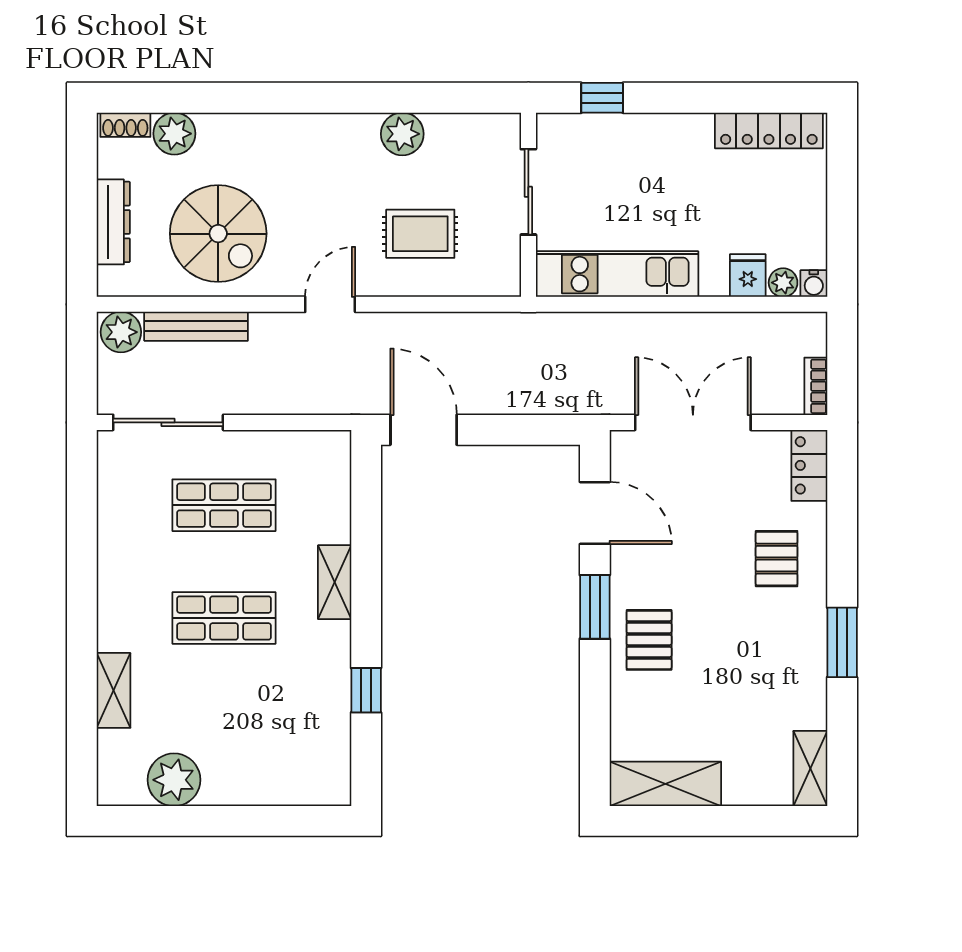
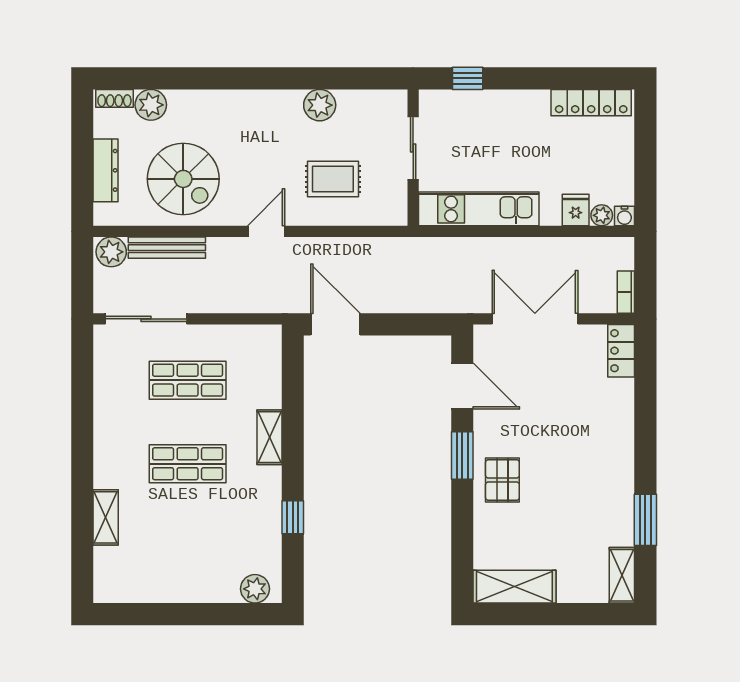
pallet: (777, 559) -> (597, 420), removed
window: (842, 642) -> (645, 520), moved
plant: (174, 780) -> (255, 589), moved, width x0.73, depth x0.73

